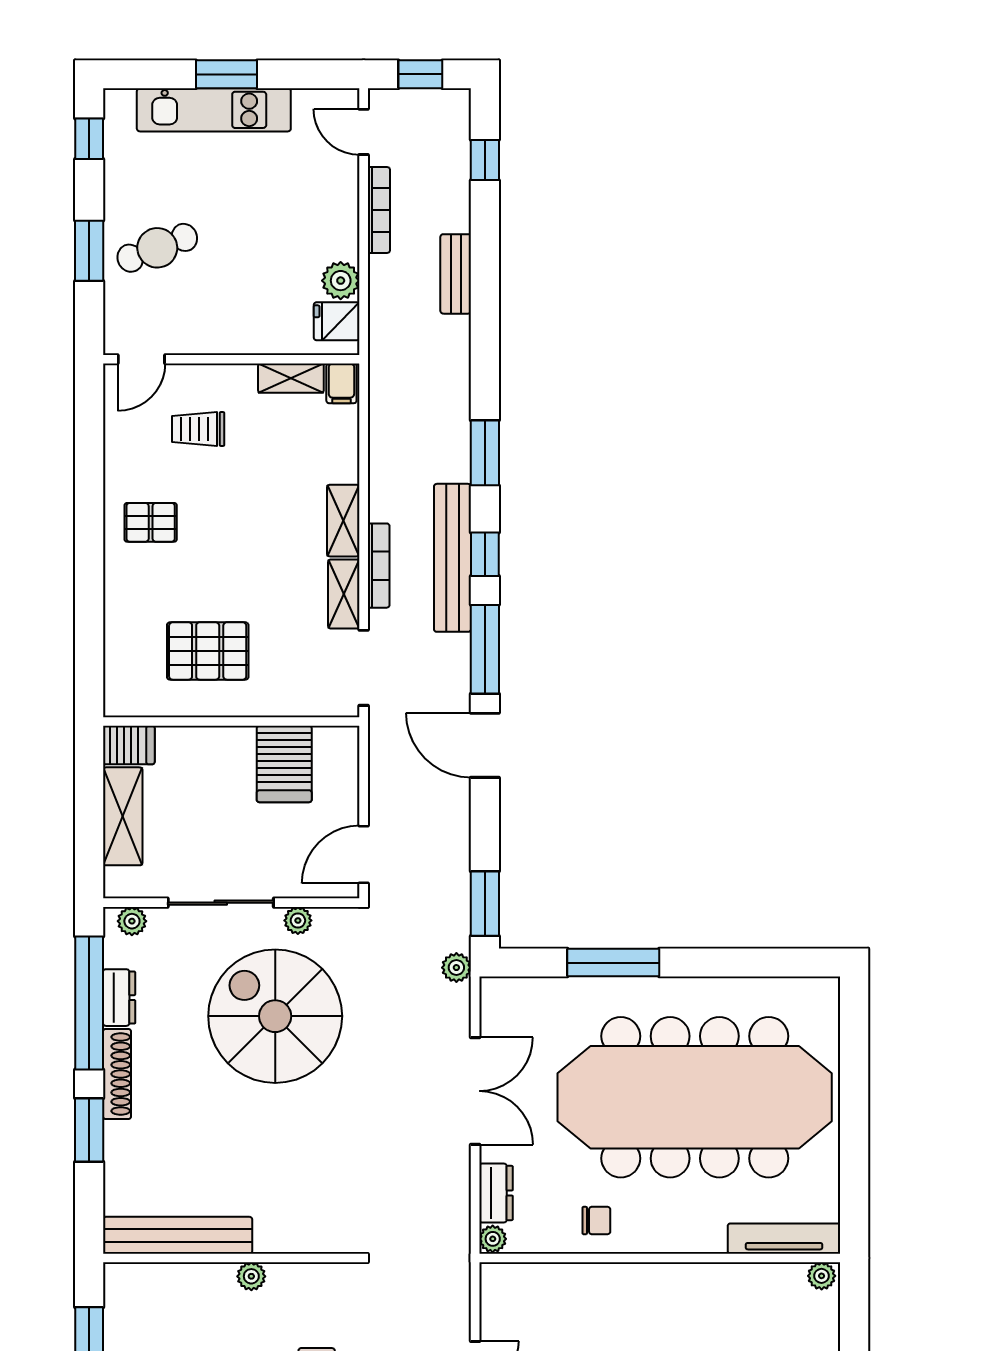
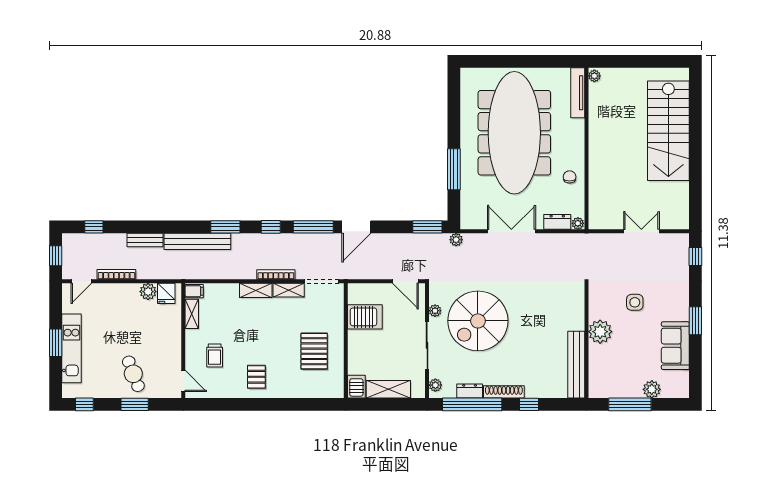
bench: (452, 558) -> (197, 241), moved
window: (89, 1130) -> (529, 404), width x0.67
plant: (251, 1276) -> (600, 332), width x1.87, depth x1.87

